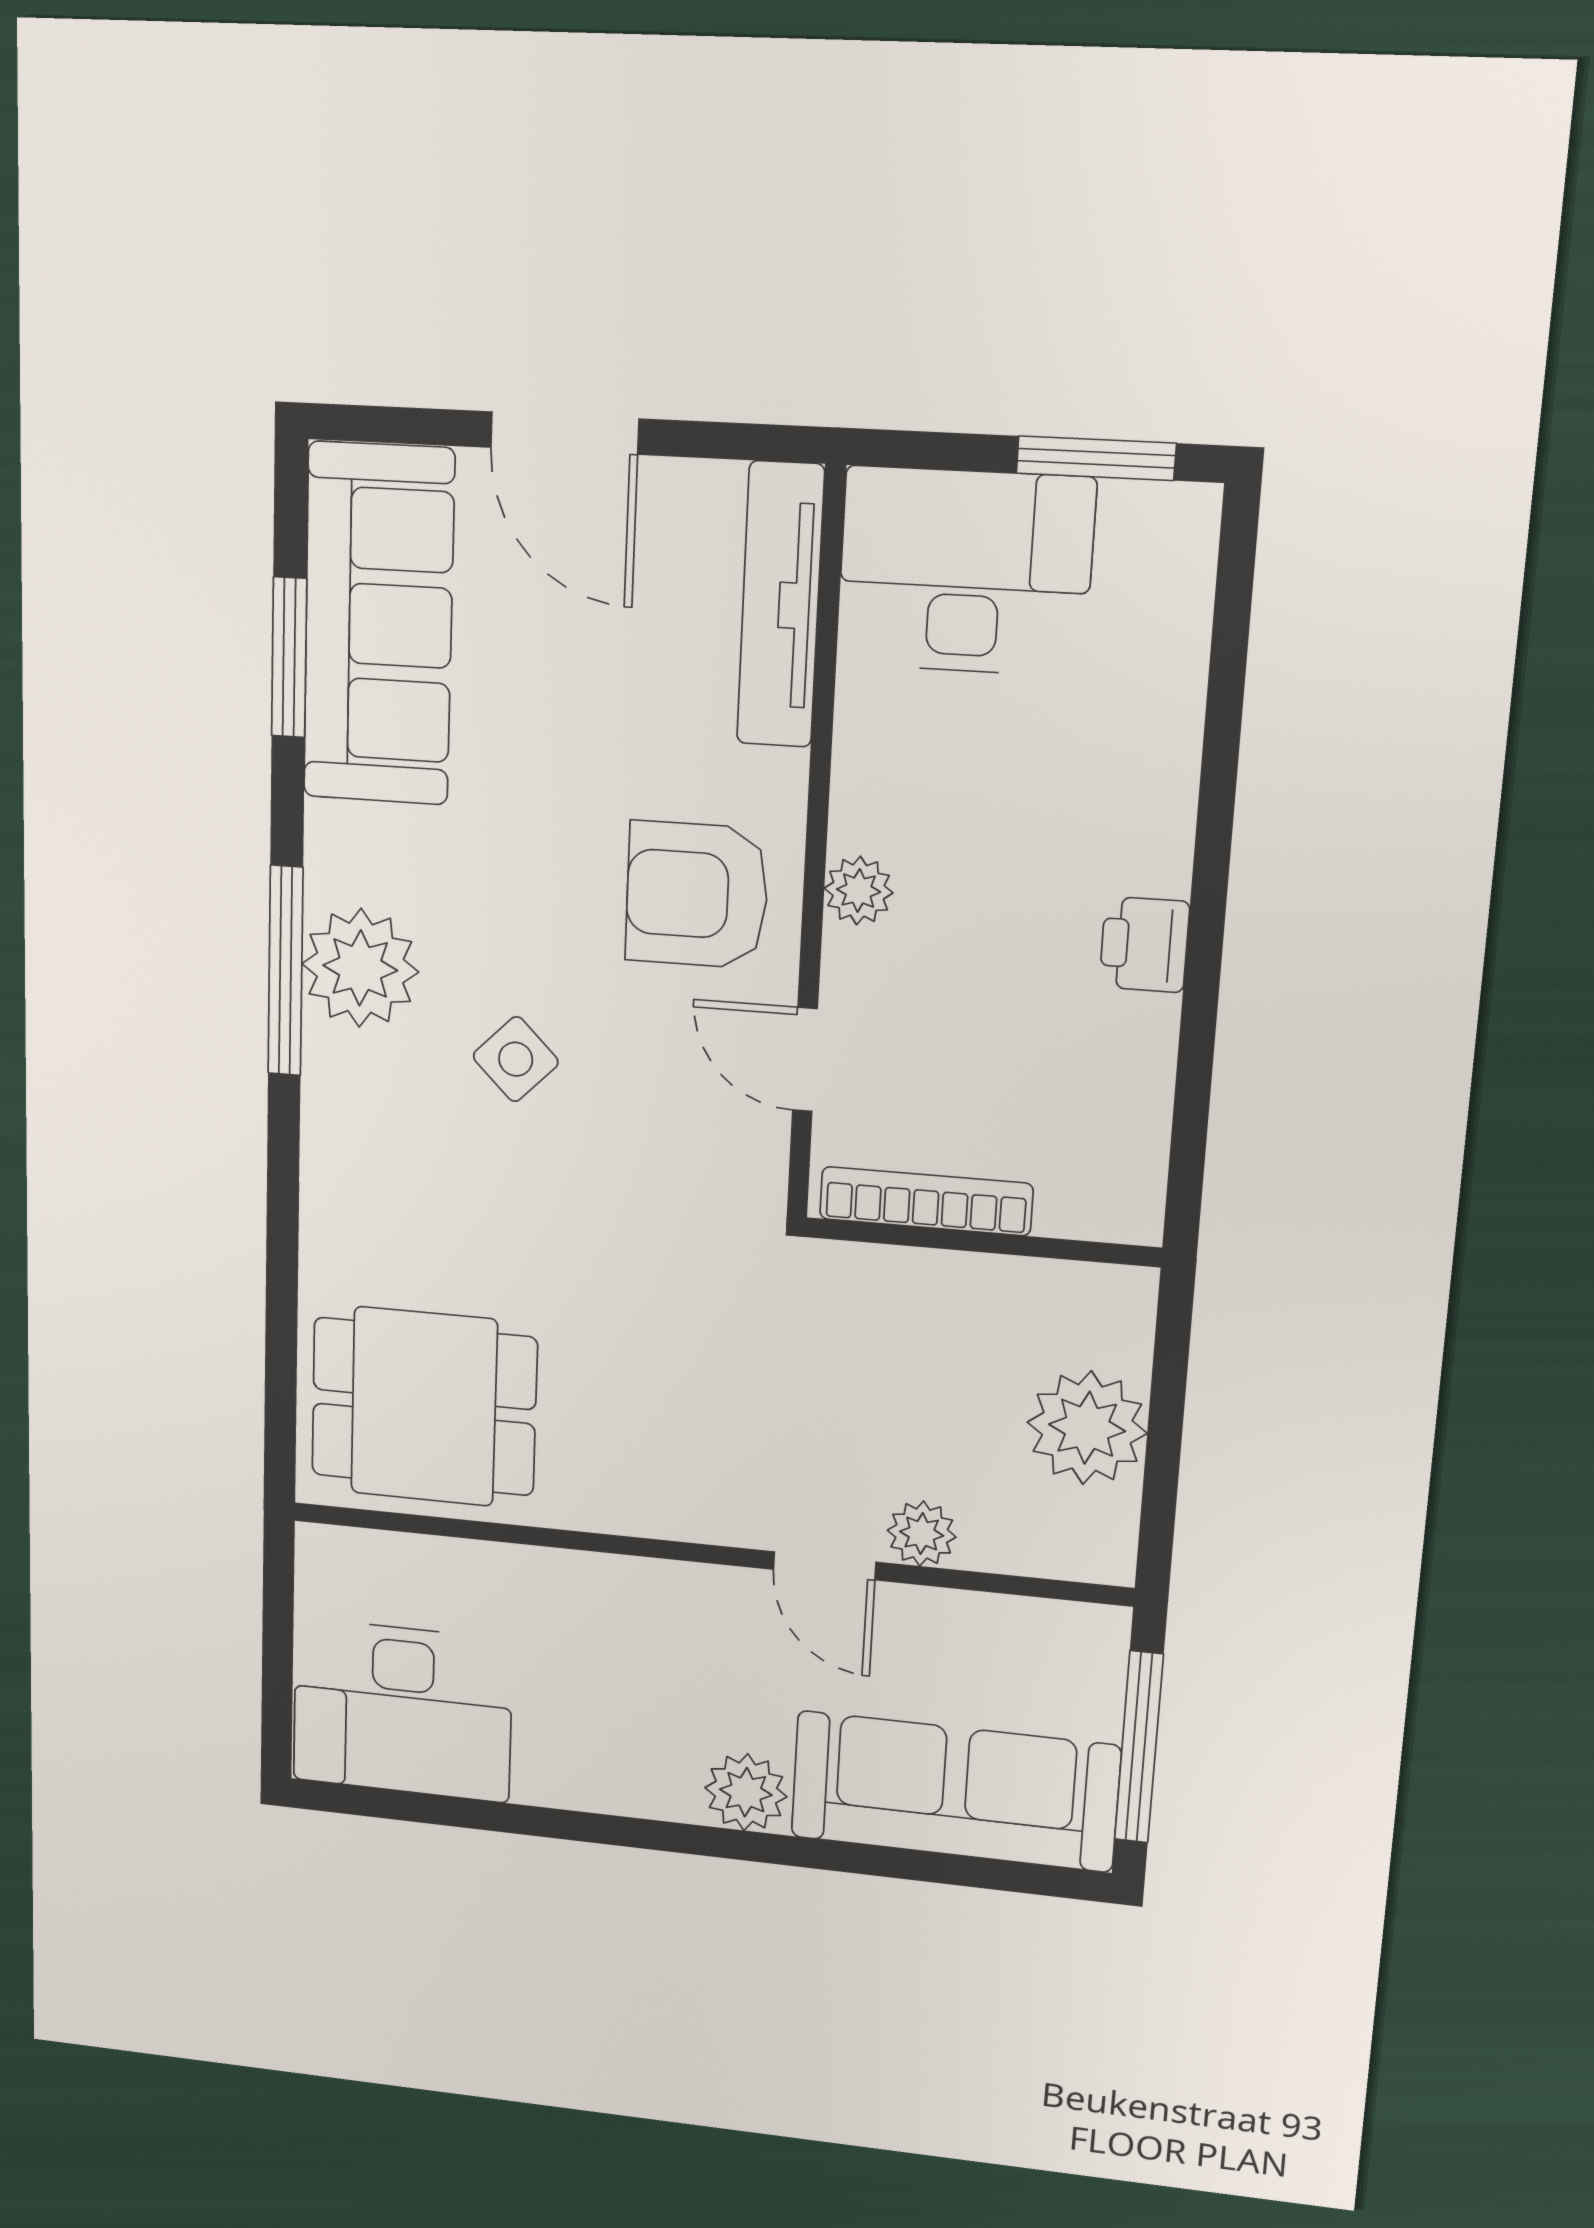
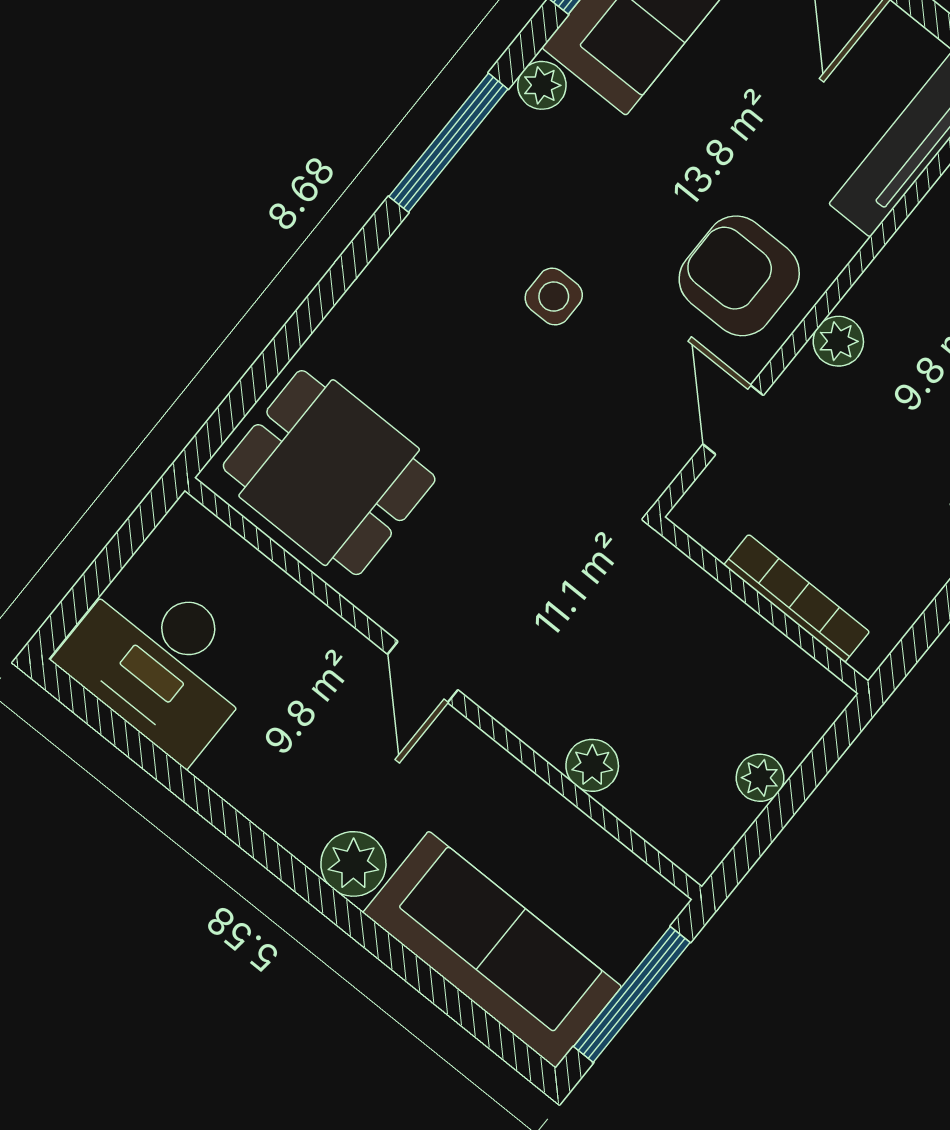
plant: (360, 968) -> (542, 85), moved, width x0.53, depth x0.53
side table: (516, 1059) -> (554, 297), turned 45
bookcase: (926, 1201) -> (797, 598), moved
plant: (1087, 1428) -> (760, 778), width x0.53, depth x0.53
door: (825, 1566) -> (423, 672), moved

